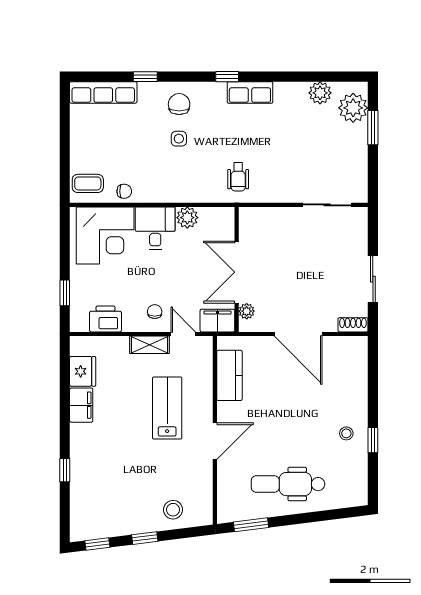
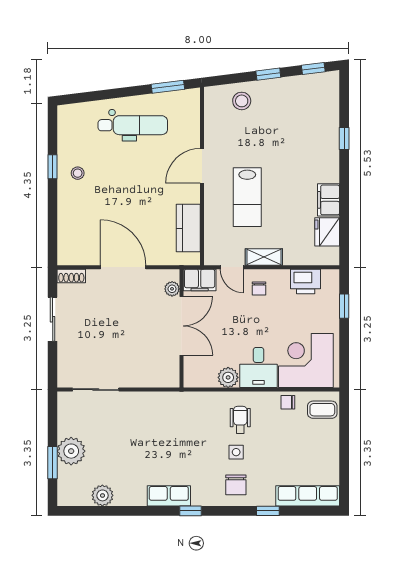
plant: (353, 108) -> (71, 451), moved
wheelchair: (238, 177) -> (240, 420), moved

